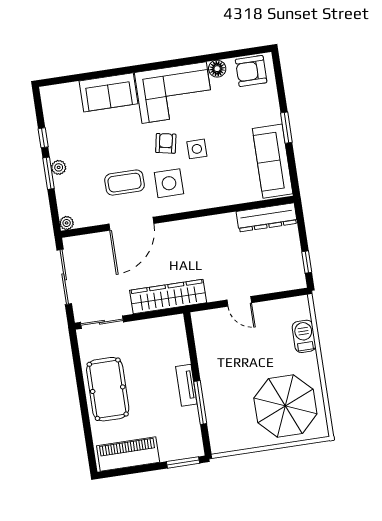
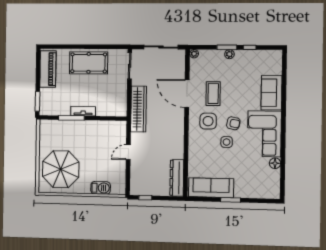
armchair: (251, 71) -> (270, 184), removed

